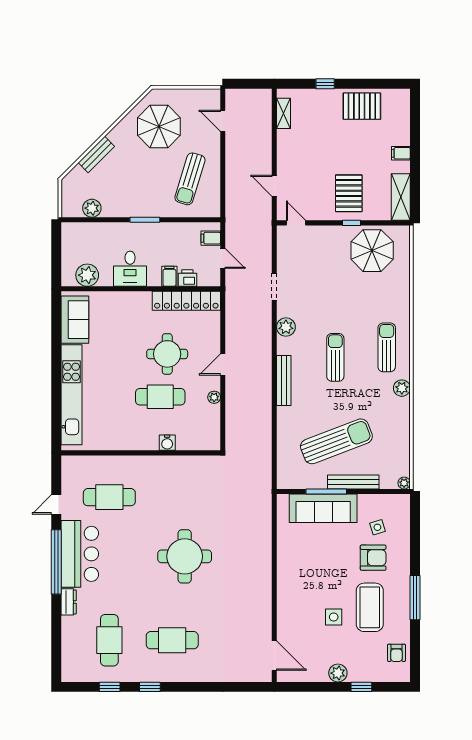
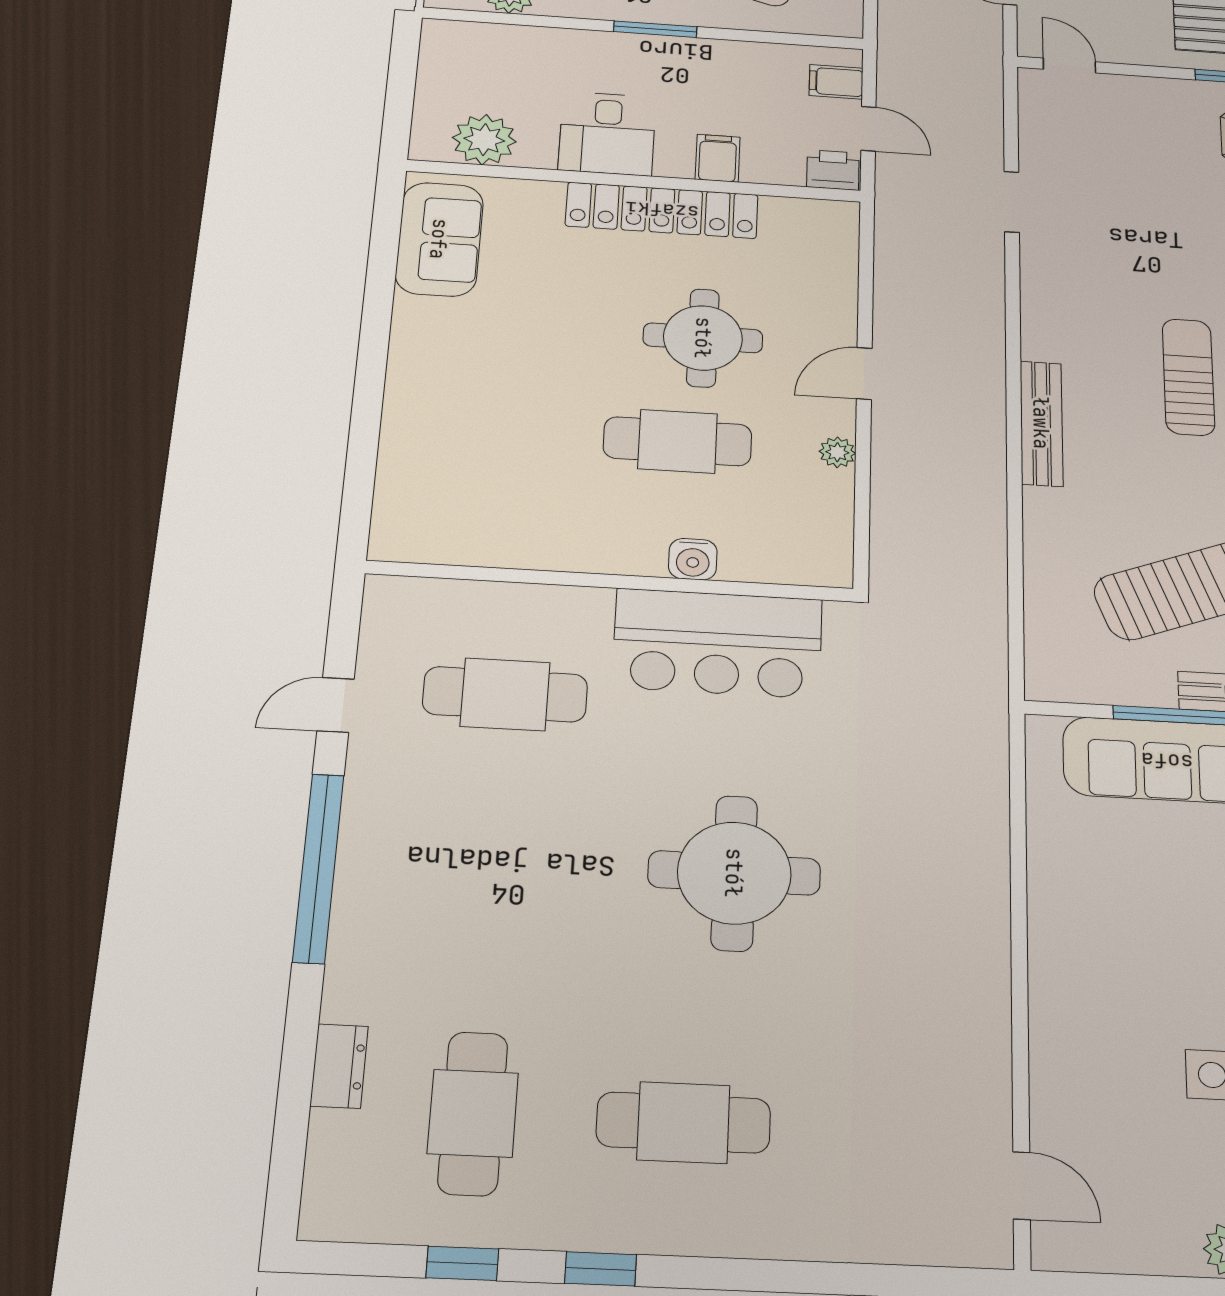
printer: (187, 278) -> (833, 170), moved
locker: (186, 301) -> (662, 210), moved
plant: (286, 327) -> (1046, 296), removed
kitchen unit: (71, 395) -> (412, 420), removed
bar counter: (80, 554) -> (718, 643), moved, turned 90
dresser: (69, 602) -> (339, 1066), moved
door: (274, 656) -> (1022, 1186), width x0.73

